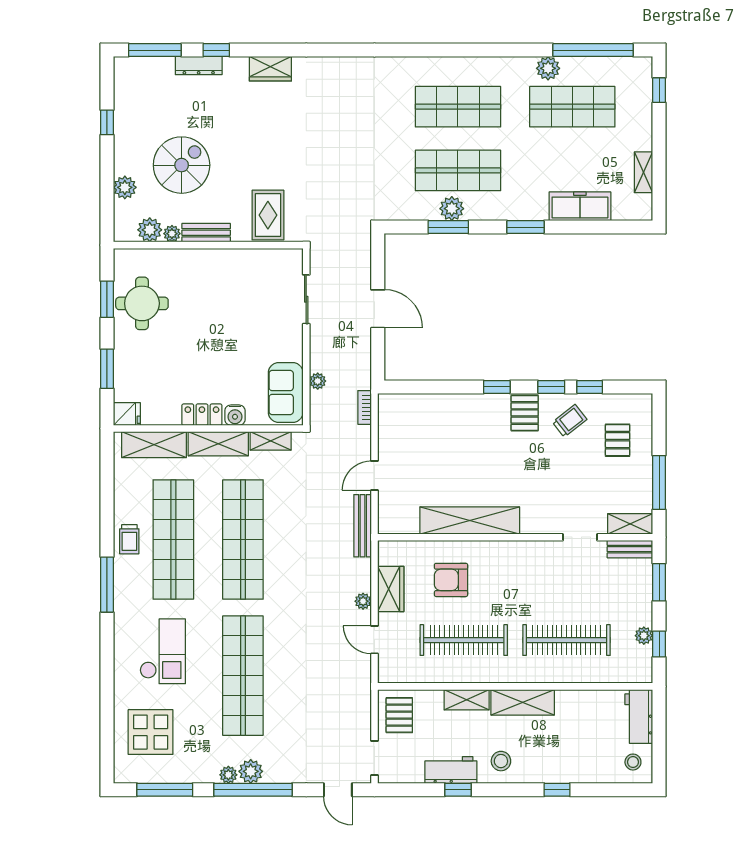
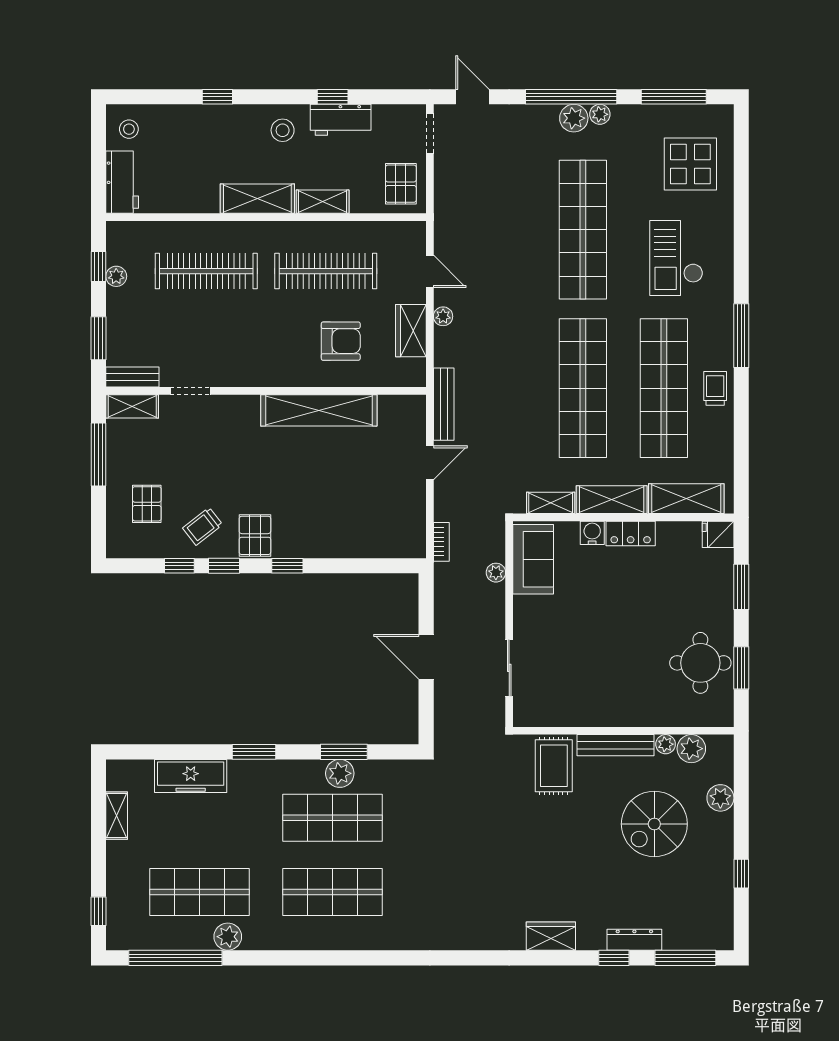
bench: (206, 233) -> (615, 745), width x1.36

